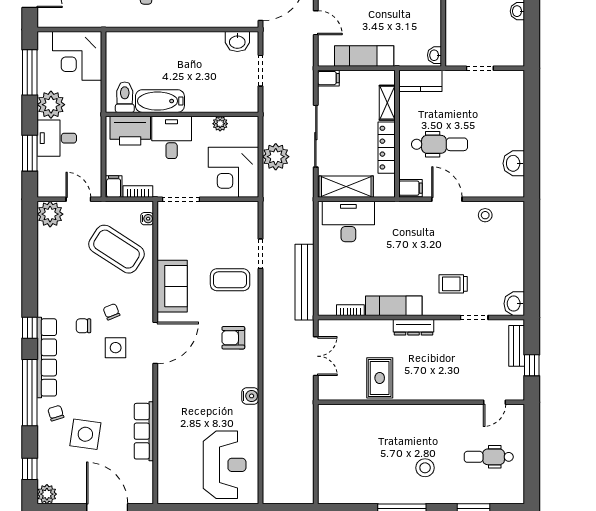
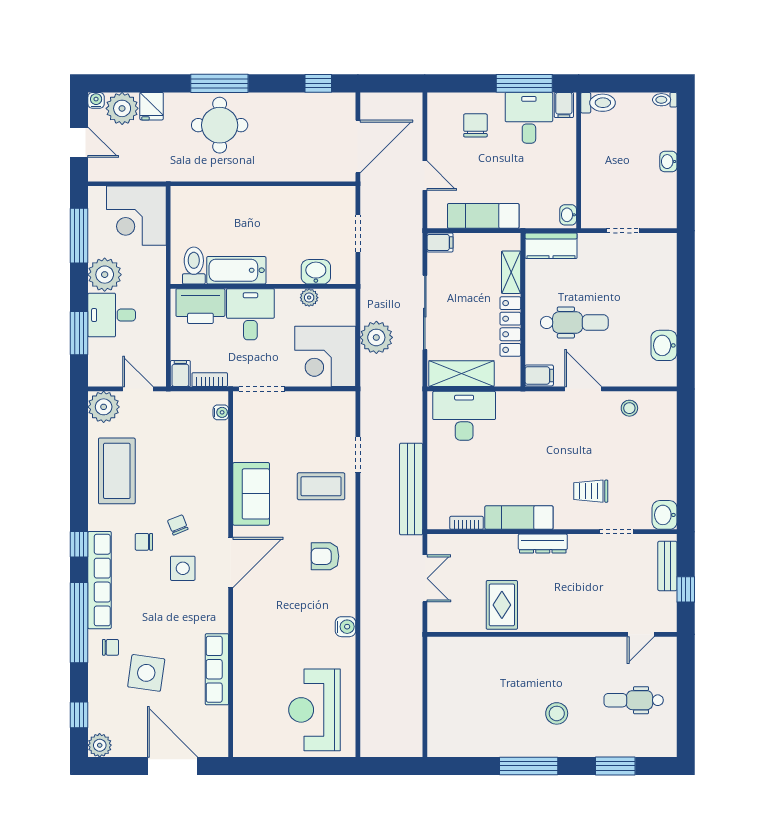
washbasin: (237, 42) -> (316, 272), moved, turned 180
coffee table: (117, 249) -> (117, 471), moved, turned 57
chair: (56, 413) -> (110, 647), turned 107
reception desk: (225, 465) -> (314, 710), turned 180

